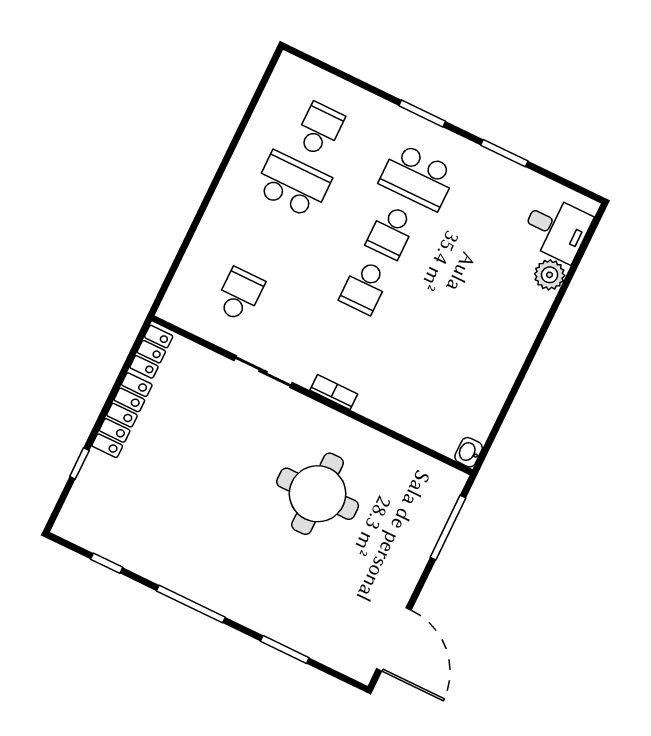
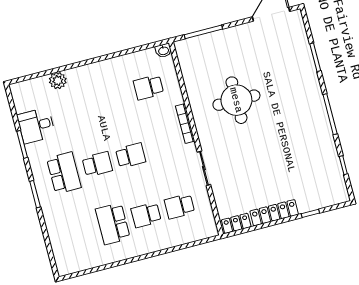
school desk: (319, 129) -> (146, 215), moved
desk: (556, 229) -> (36, 126), moved, turned -90
school desk: (436, 390) -> (148, 87), added
bookcase: (334, 392) -> (185, 124), width x1.56

